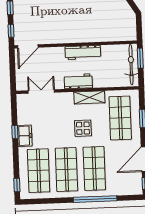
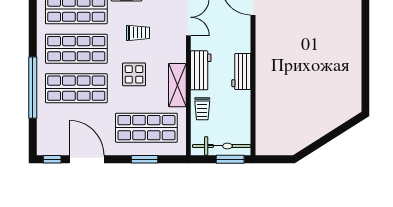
workbench: (83, 52) -> (241, 72), width x0.73
trolley: (105, 79) -> (202, 109), added
trolley: (54, 126) -> (138, 33), added

